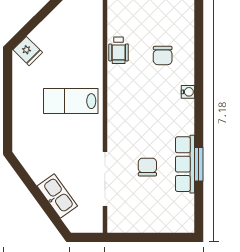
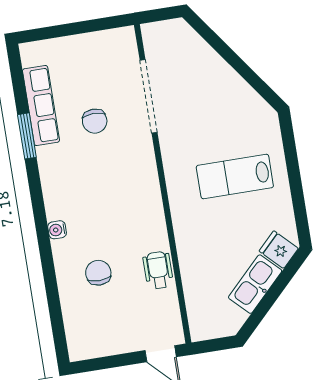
lab bench: (71, 101) -> (235, 177), moved, turned 180
row of seats: (185, 164) -> (41, 106), moved
kitchen sink: (57, 196) -> (255, 284), moved, turned 81

